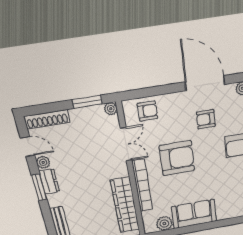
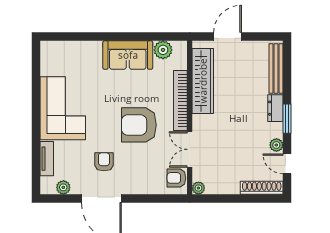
window: (87, 102) -> (220, 198), removed
armchair: (147, 111) -> (176, 178), moved
armchair: (206, 119) -> (104, 162), turned -90
dresser: (49, 181) -> (275, 108), moved

